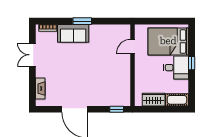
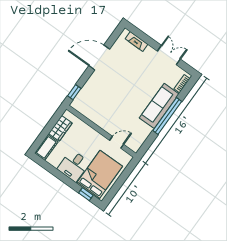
window: (82, 21) -> (167, 116), width x2.11
sofa: (73, 33) -> (159, 106), width x1.36
door: (132, 46) -> (117, 142), hinge flipped
window: (192, 63) -> (86, 194), moved

